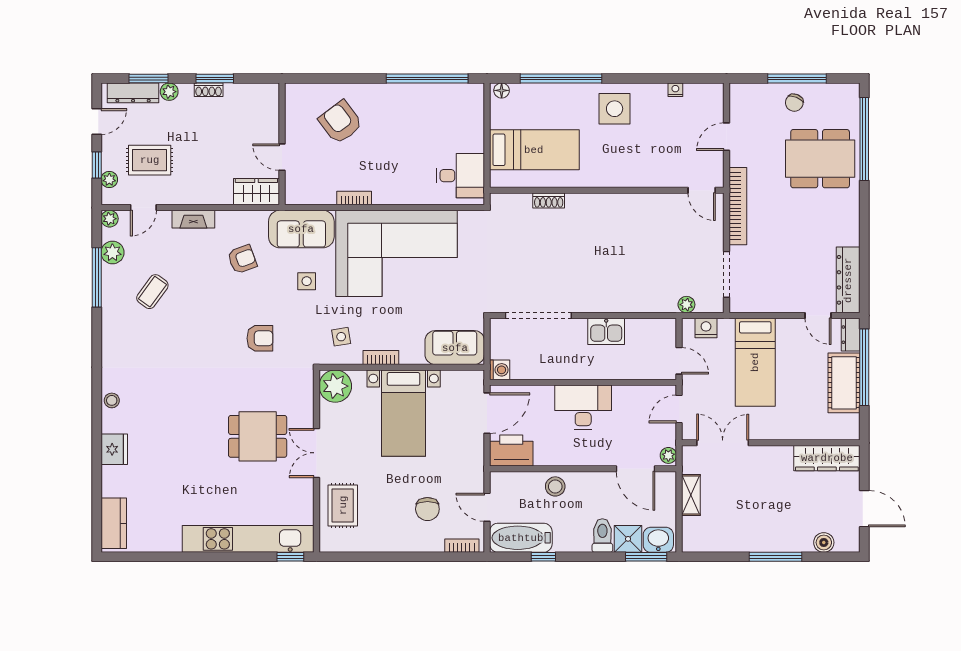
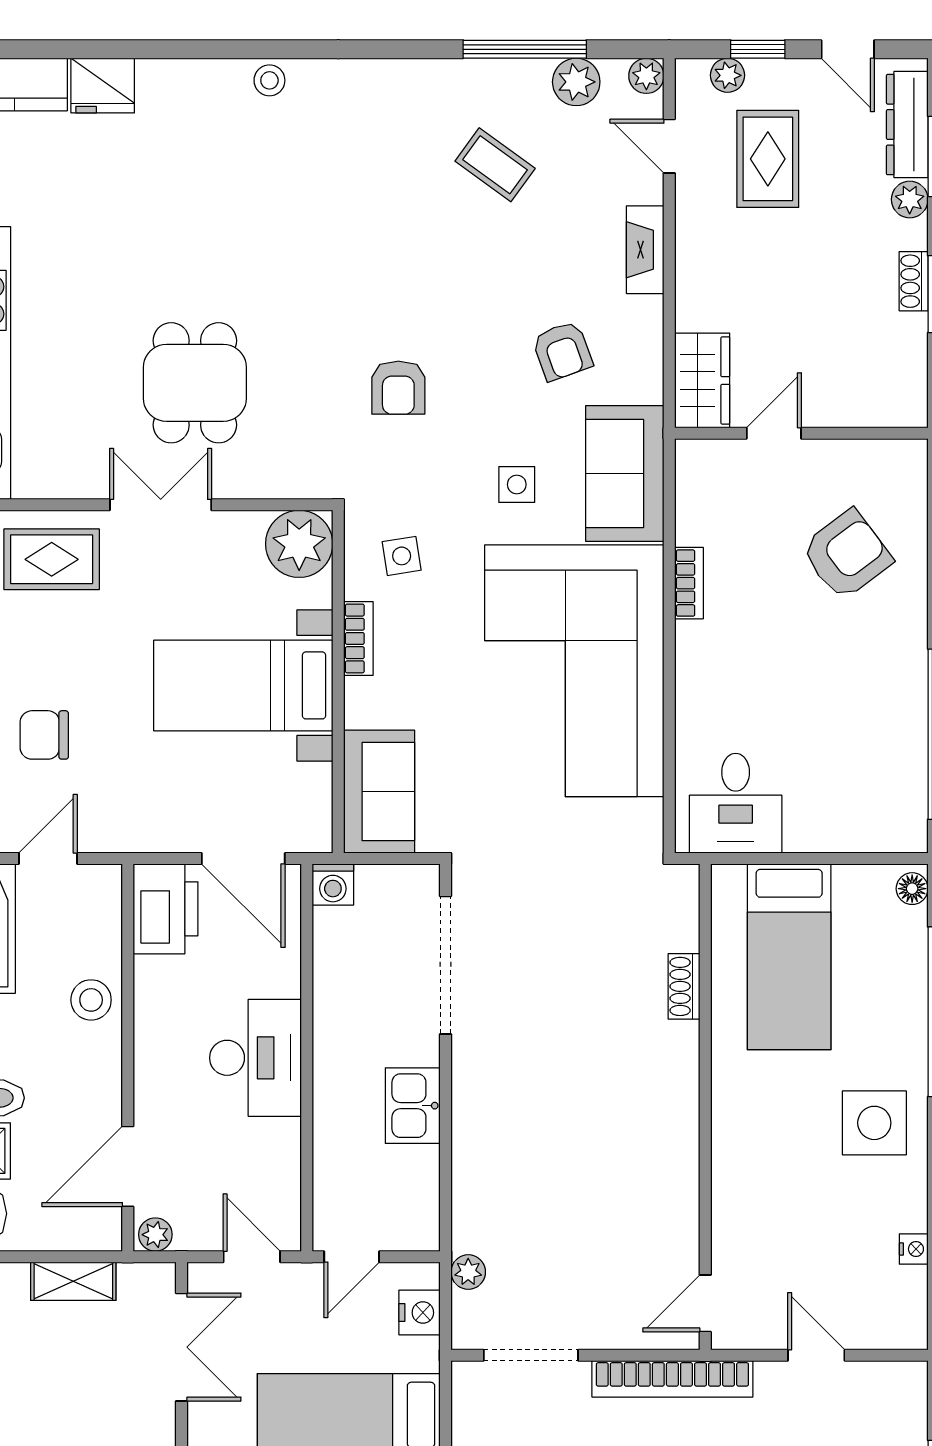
fridge: (114, 449) -> (103, 86), moved

